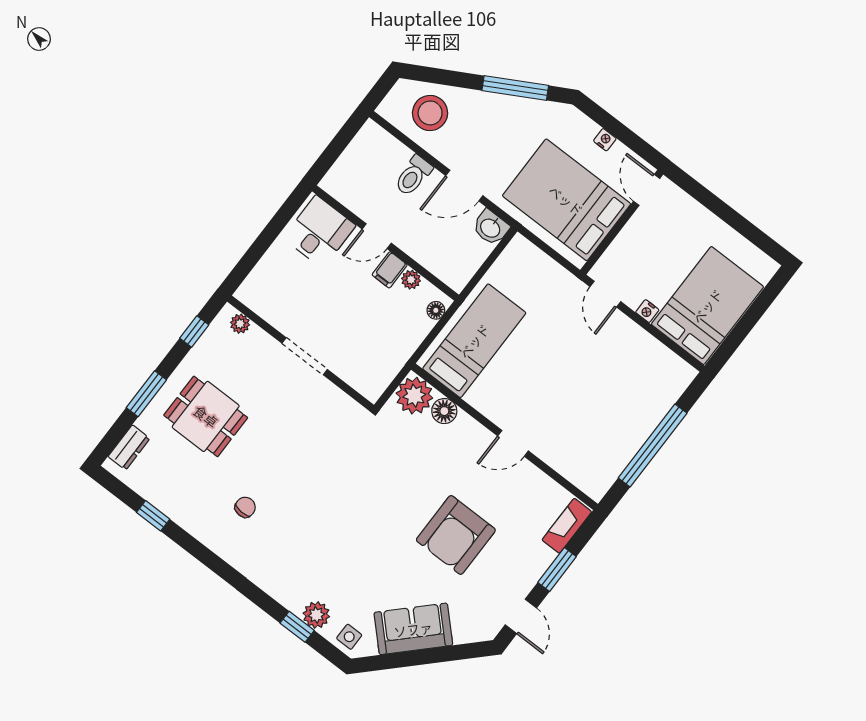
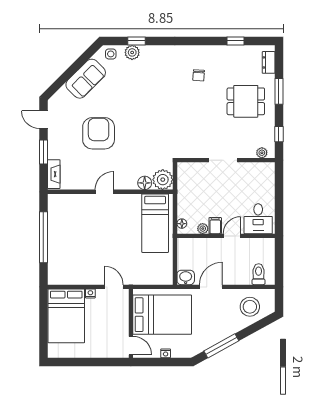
toilet: (413, 176) -> (259, 274), moved

